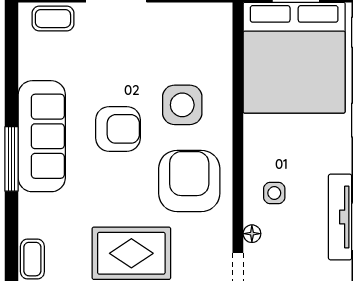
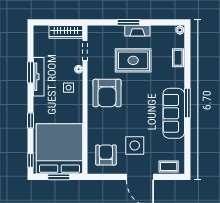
side table: (182, 105) -> (135, 145), moved
armchair: (118, 129) -> (106, 155), moved, turned 90

